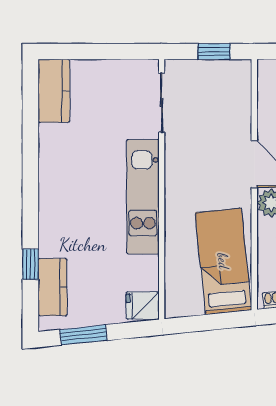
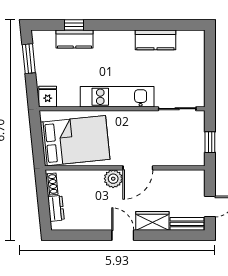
kitchen counter: (54, 91) -> (155, 40), moved
bed: (223, 261) -> (75, 141), width x1.50
kitchen counter: (53, 287) -> (75, 39), moved

